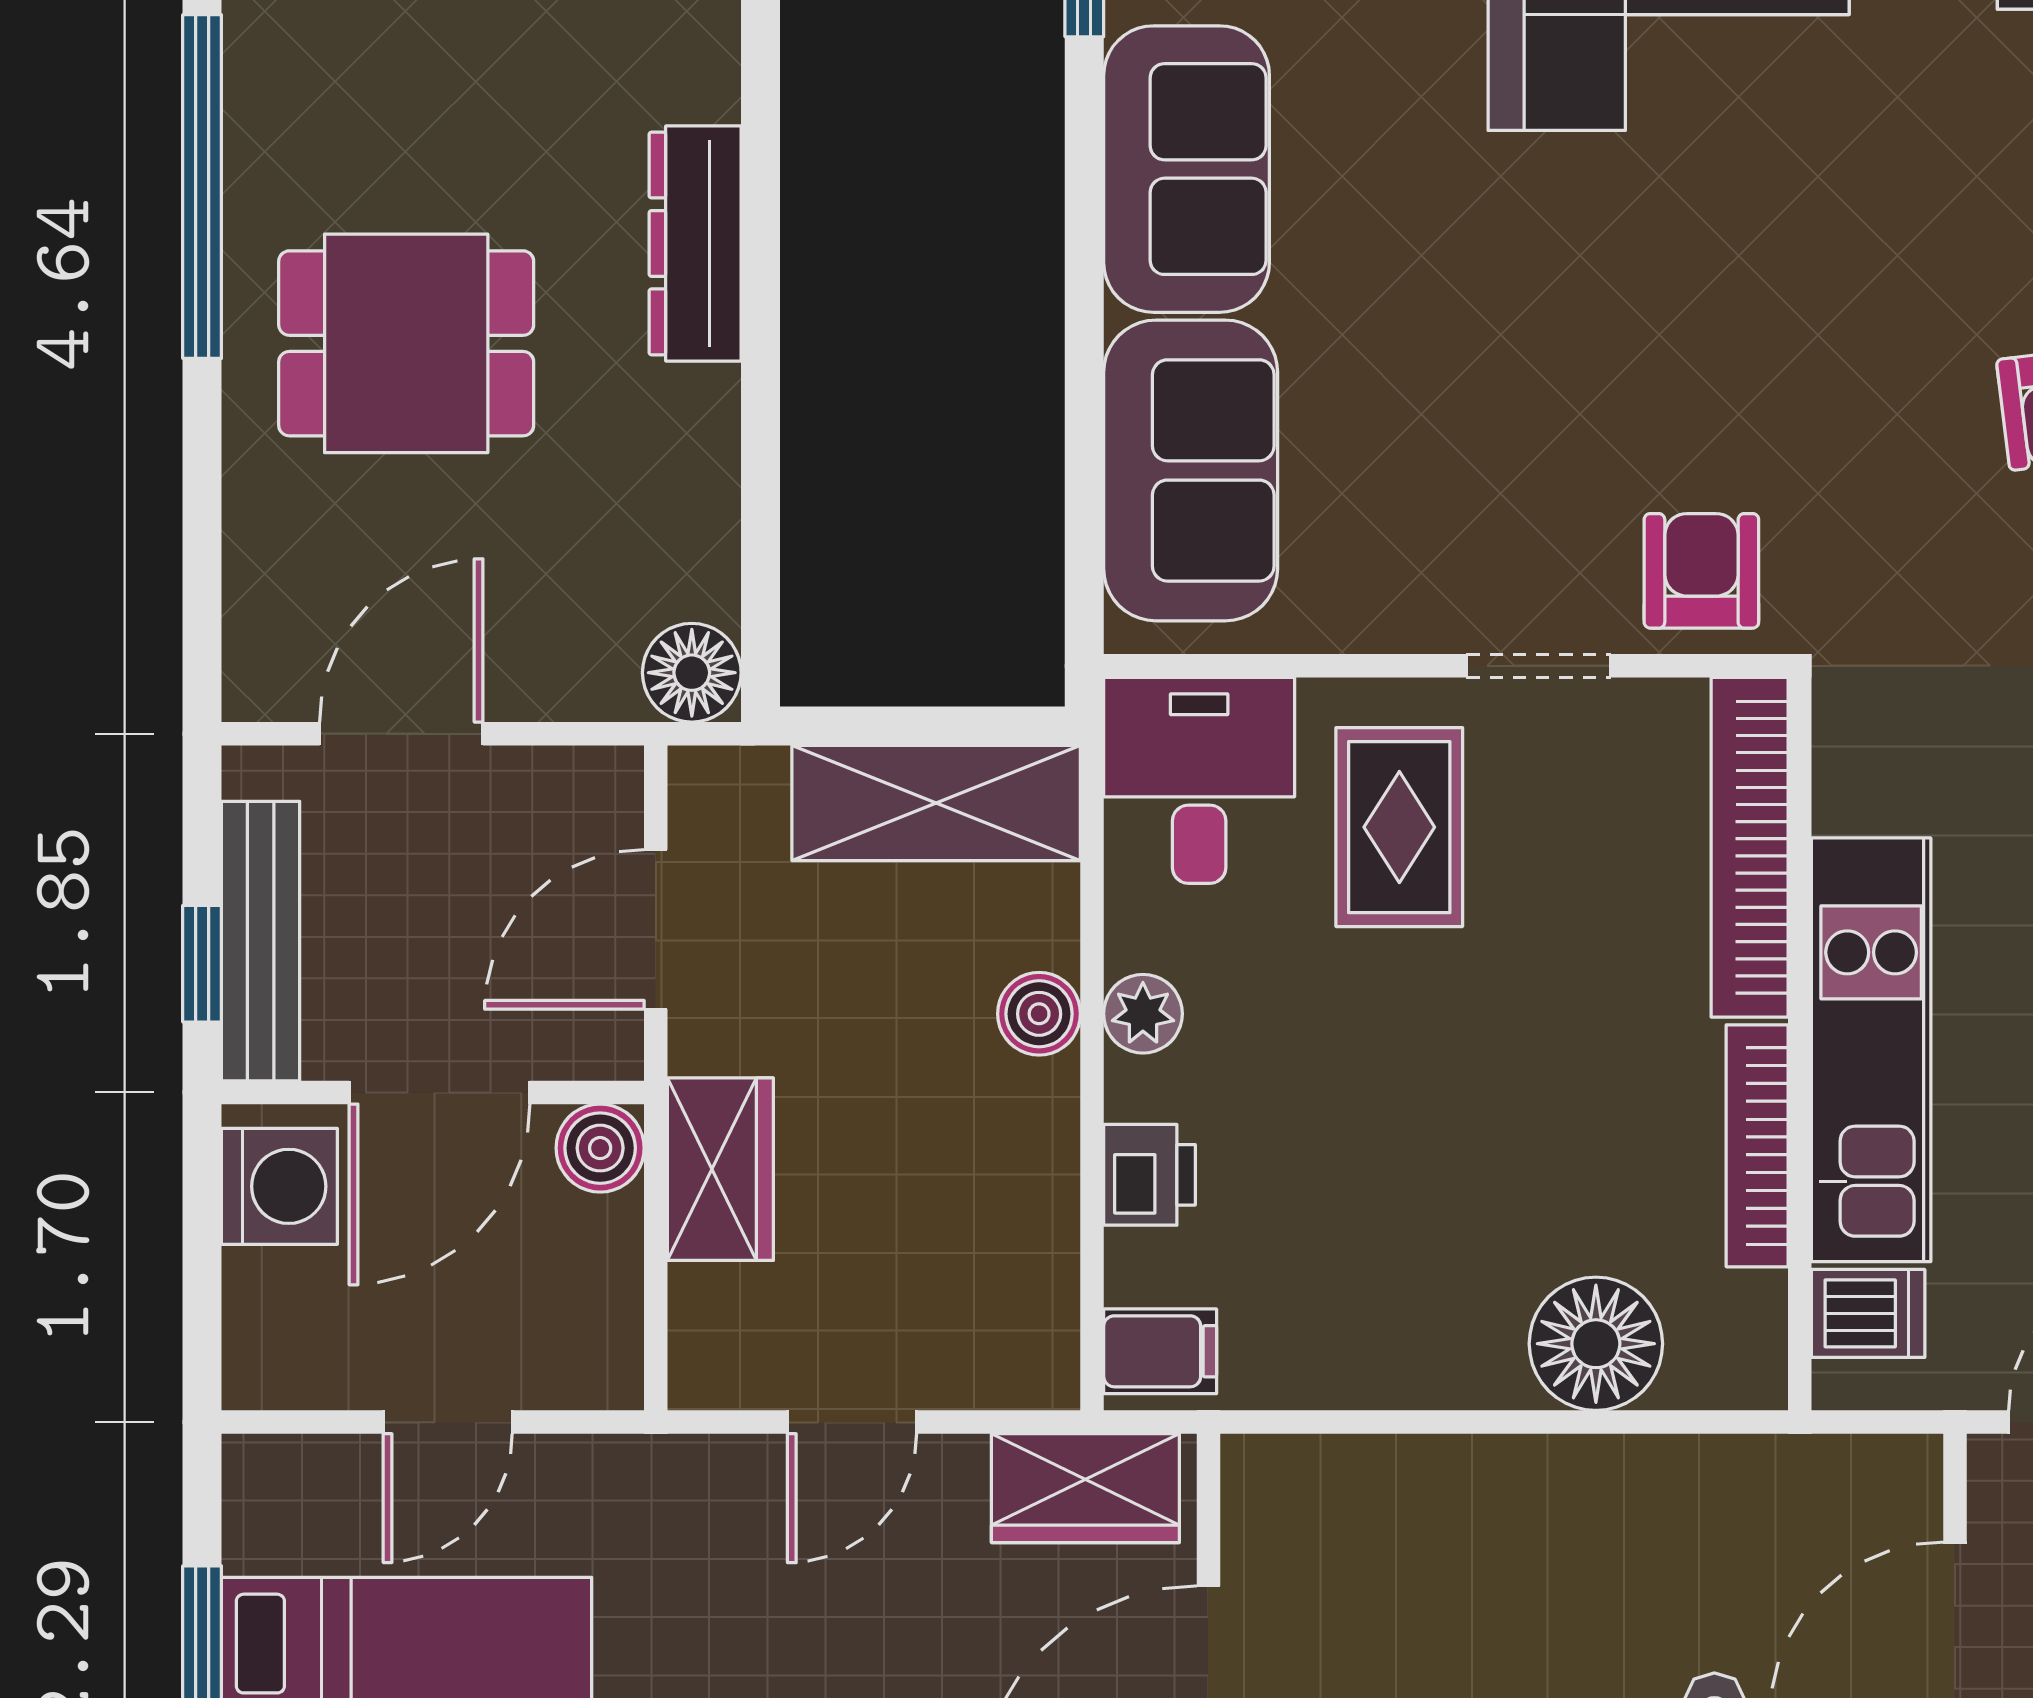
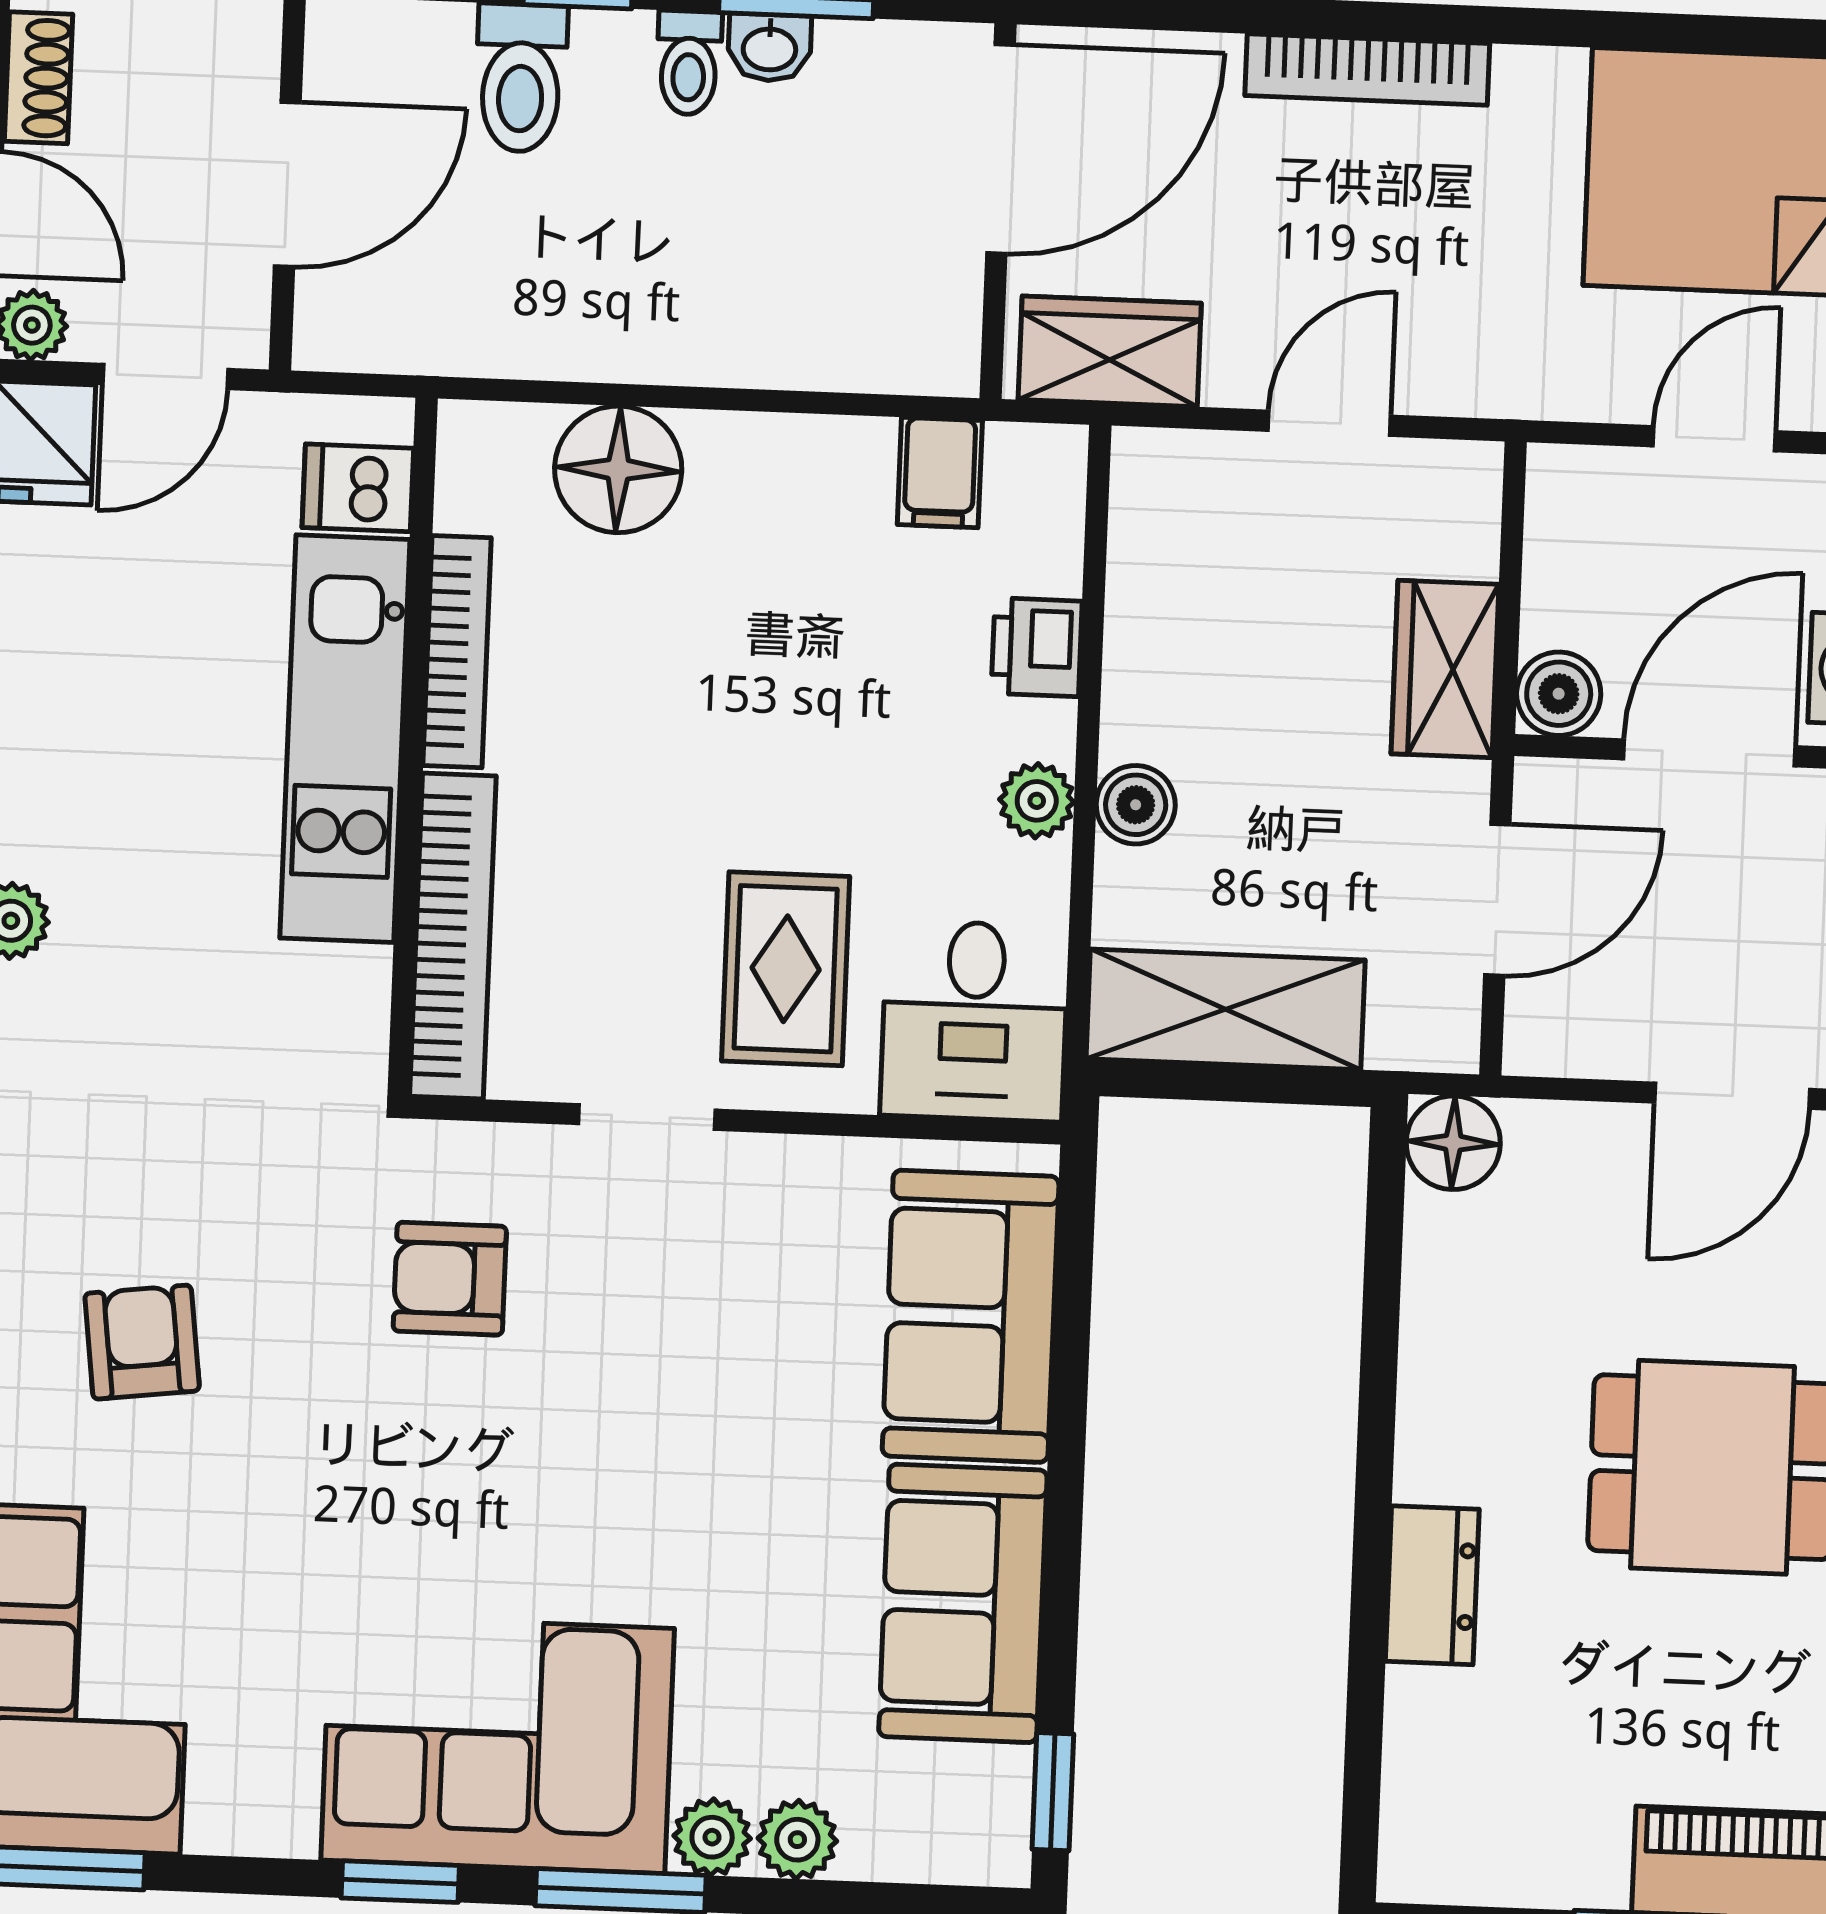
dresser: (695, 243) -> (1432, 1585), width x0.70
armchair: (1701, 571) -> (450, 1279), moved, turned 90
filing cabinet: (1160, 1351) -> (940, 473), moved, turned -90

